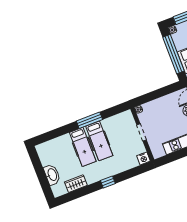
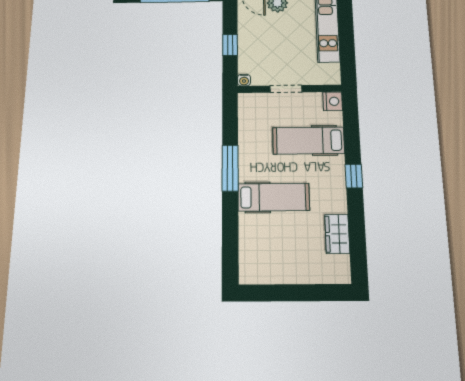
window: (156, 95) -> (230, 45), added
hospital bed: (99, 141) -> (309, 140), moved, turned 180
washbasin: (52, 175) -> (305, 272), removed

